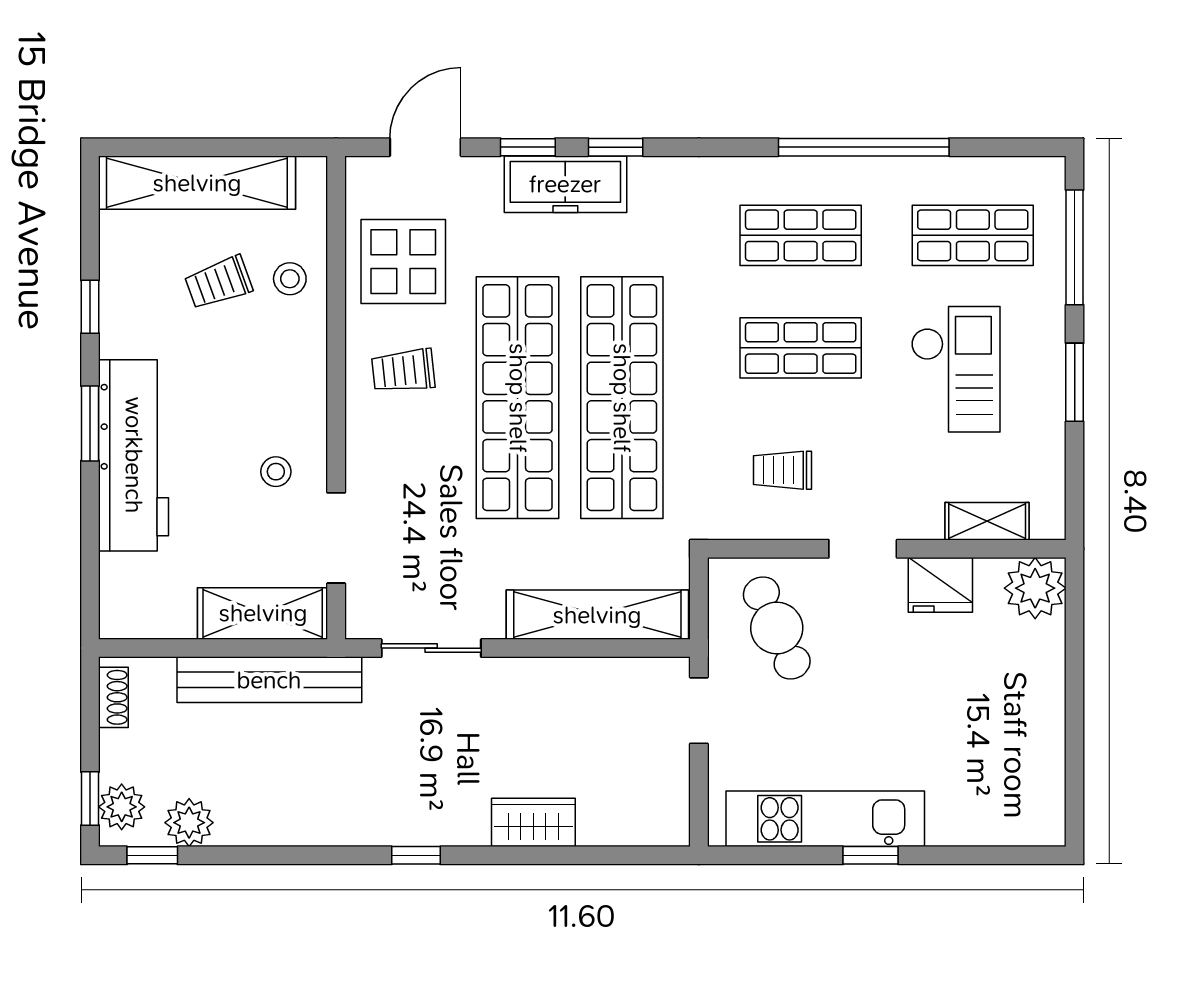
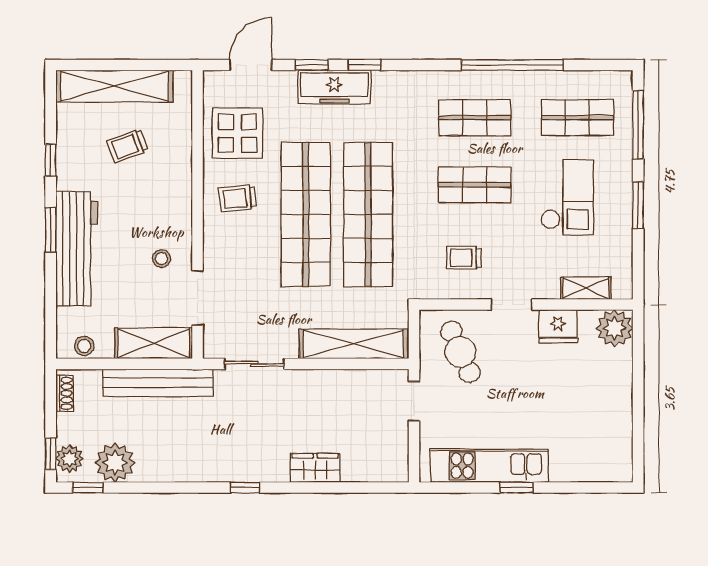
stool: (290, 279) -> (84, 346), moved
plant: (189, 823) -> (115, 463), width x1.36, depth x1.36

